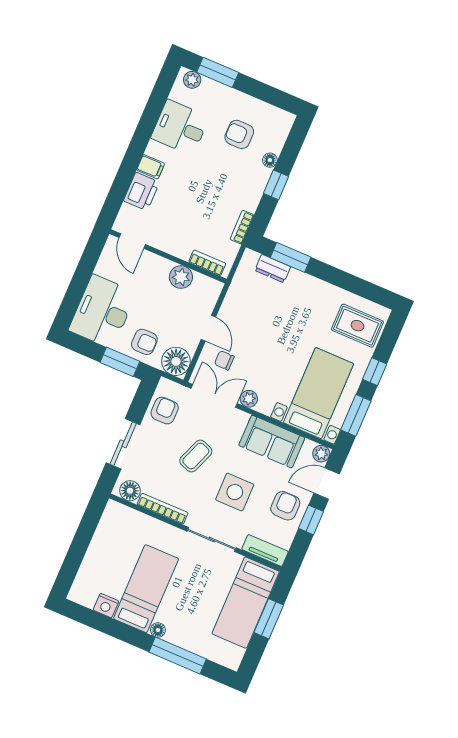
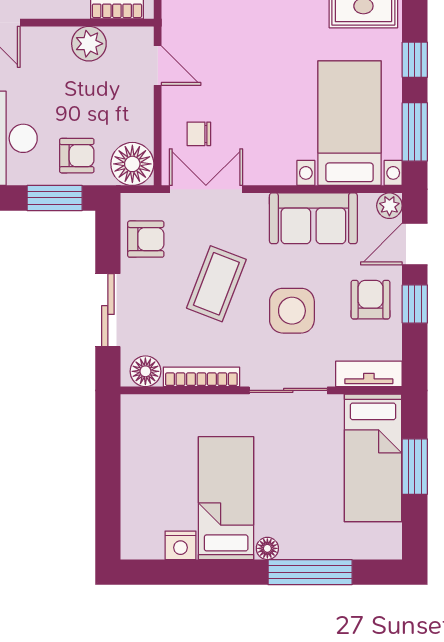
door: (208, 328) -> (158, 66), moved
plant: (249, 399) -> (256, 173), removed
armchair: (165, 411) -> (146, 239), turned 90
coffee table: (196, 456) -> (216, 284), width x1.36, depth x1.30

